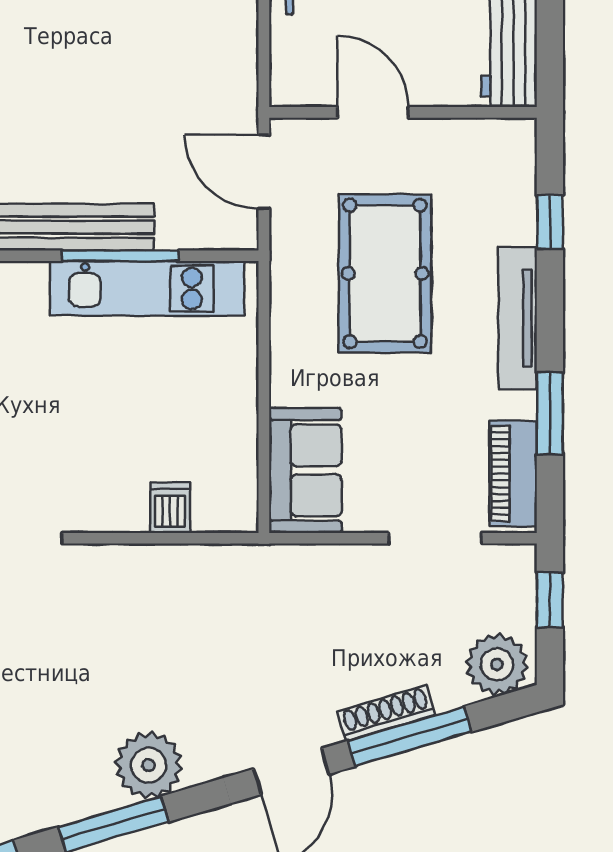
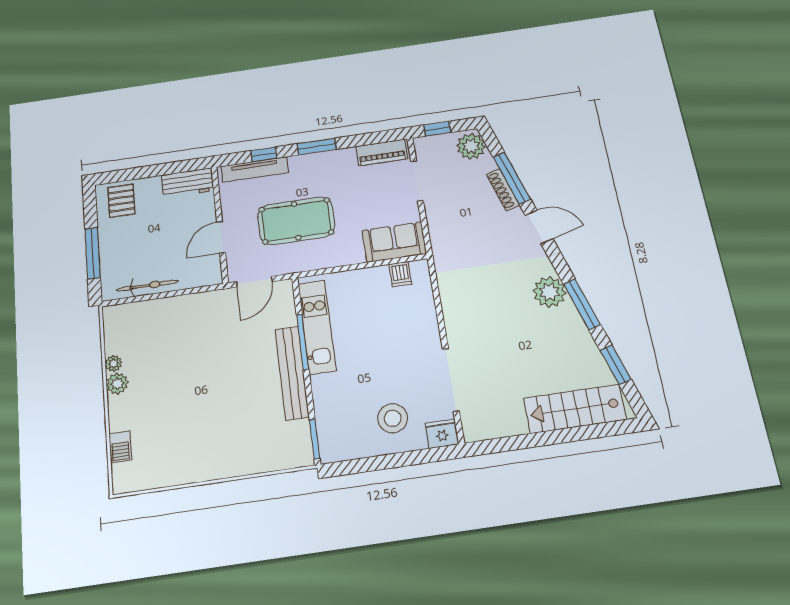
tv unit: (518, 318) -> (255, 169), moved
window: (550, 413) -> (317, 147), moved
dishwasher: (170, 508) -> (400, 274), moved, turned -90

